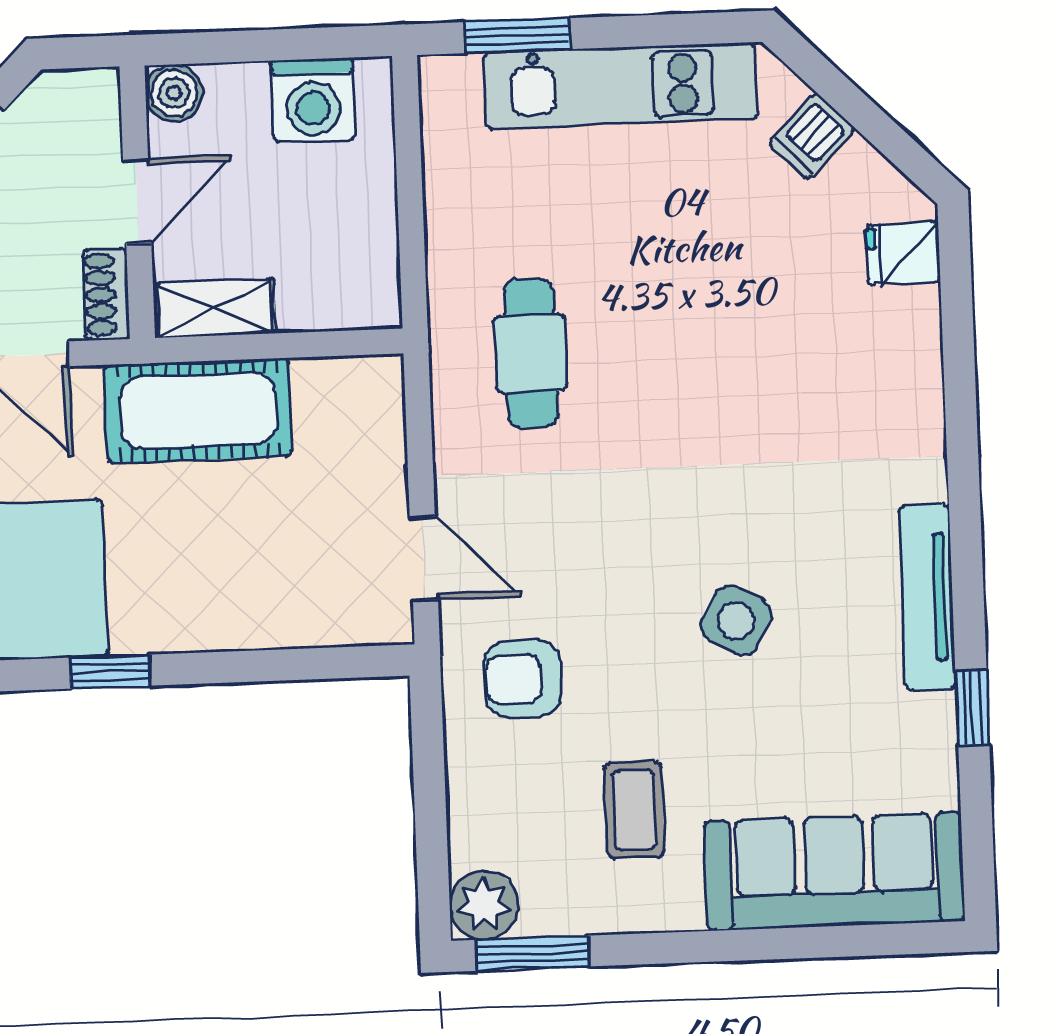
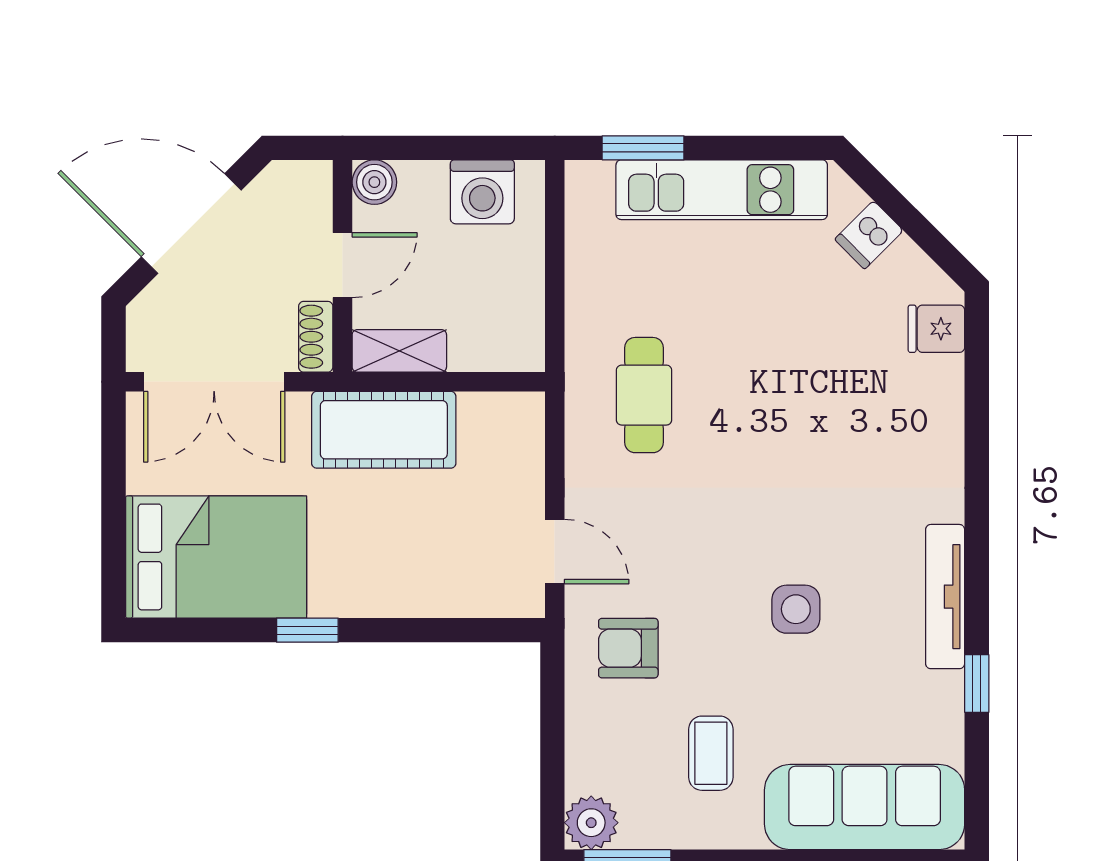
side table: (736, 621) -> (796, 609), turned -30

